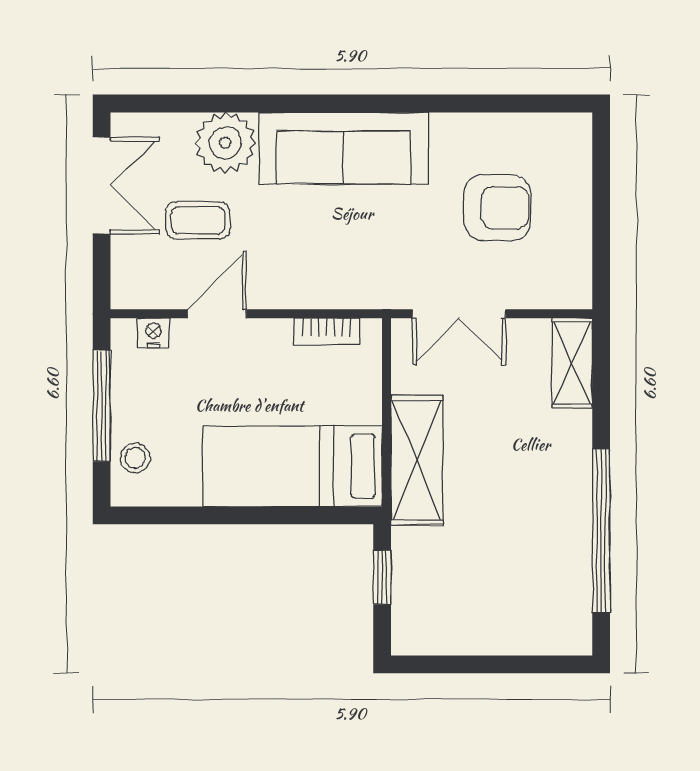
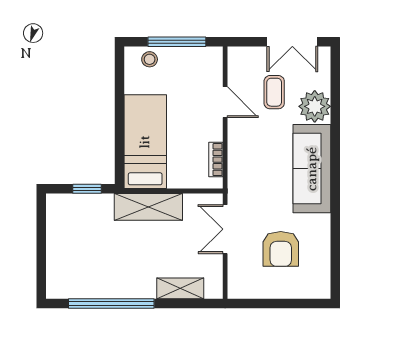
nightstand: (153, 333) -> (215, 69), removed
shelving: (572, 363) -> (180, 288), moved

